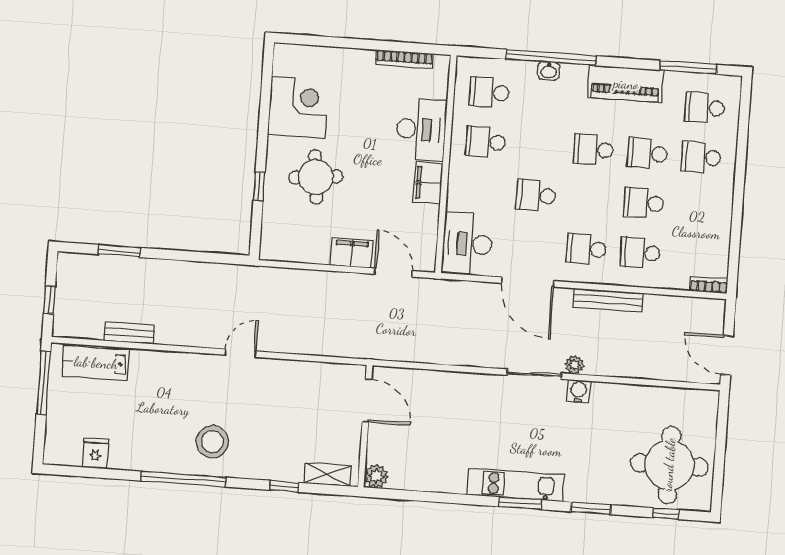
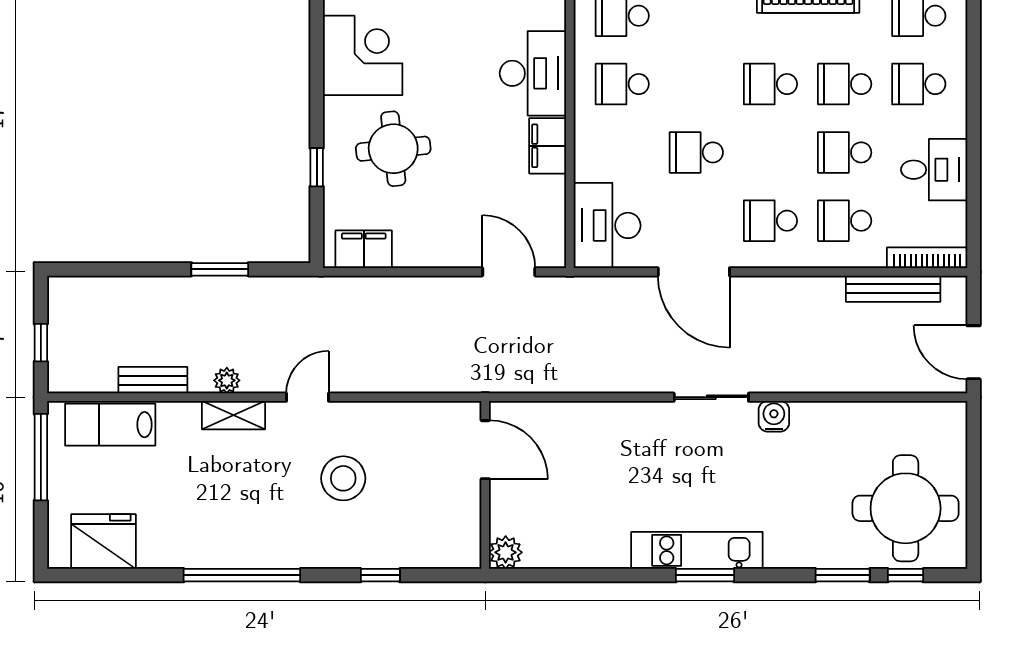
desk: (708, 220) -> (934, 170), added
window: (119, 251) -> (220, 269), moved
filing cabinet: (352, 253) -> (364, 249), moved
bookcase: (709, 285) -> (927, 258), width x1.56
bench: (608, 300) -> (893, 289), moved
plant: (575, 365) -> (227, 380), moved
stool: (212, 442) -> (343, 478), moved
fridge: (95, 453) -> (103, 542), width x1.88, depth x1.34
shelving: (328, 474) -> (233, 415), moved
window: (591, 508) -> (843, 575), moved

